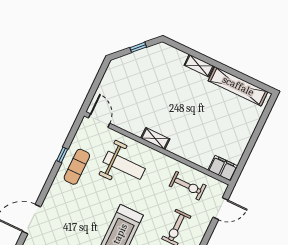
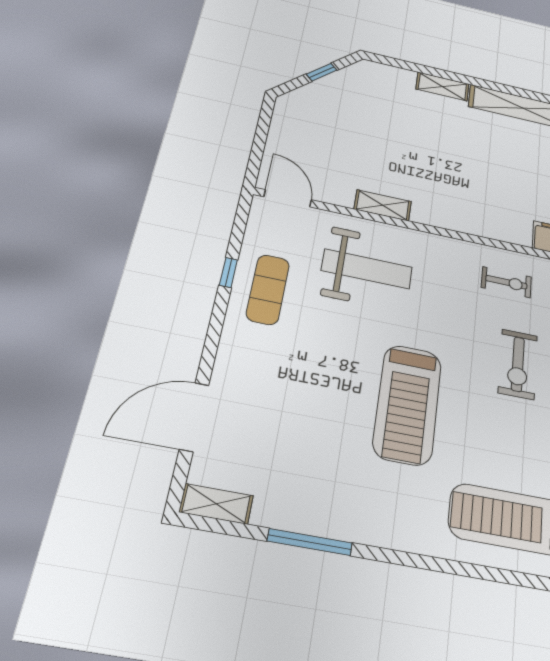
shelving: (155, 138) -> (383, 205), moved
exercise bike: (188, 186) -> (506, 282), width x0.73, depth x0.72

